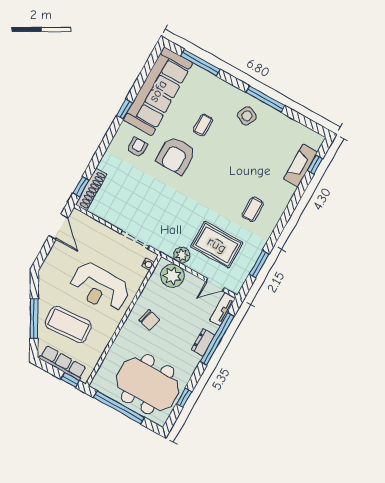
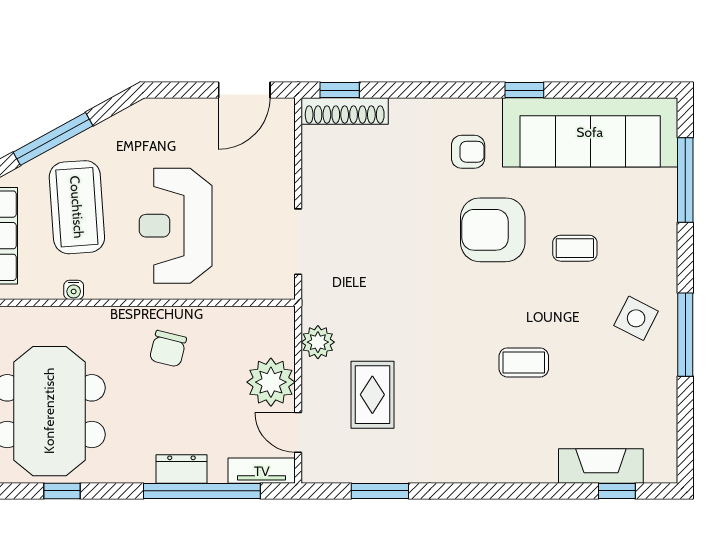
coffee table: (253, 209) -> (524, 362), moved
rug: (217, 245) -> (372, 395), width x0.73, depth x0.70
water cooler: (148, 264) -> (74, 290), moved
plant: (172, 276) -> (271, 382), moved

